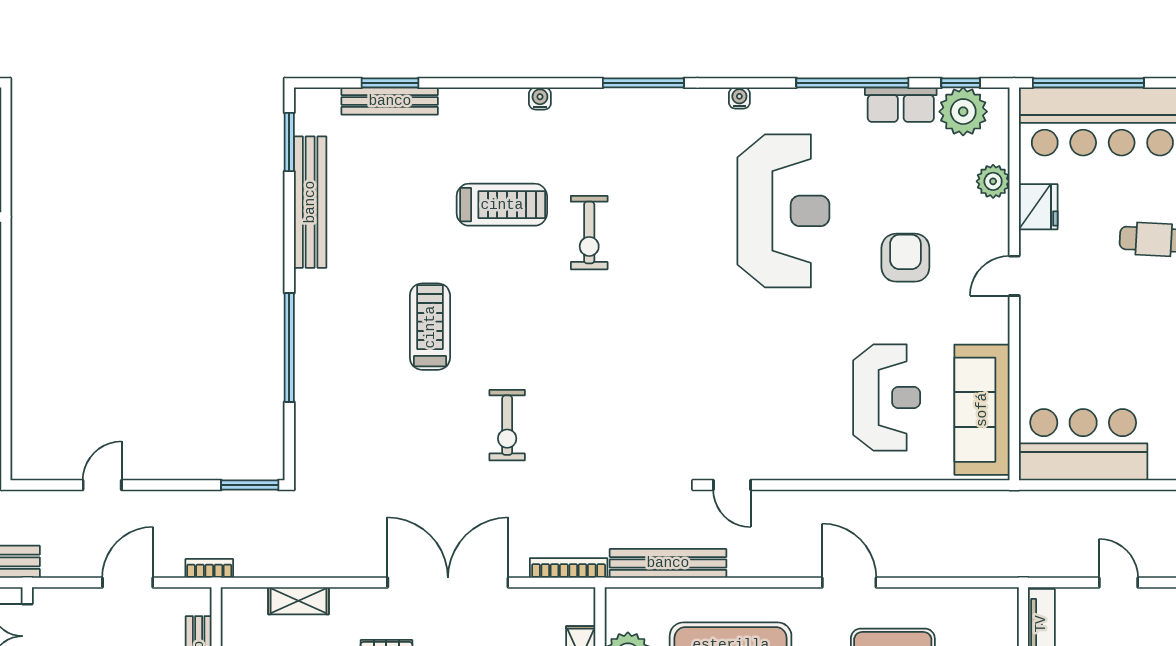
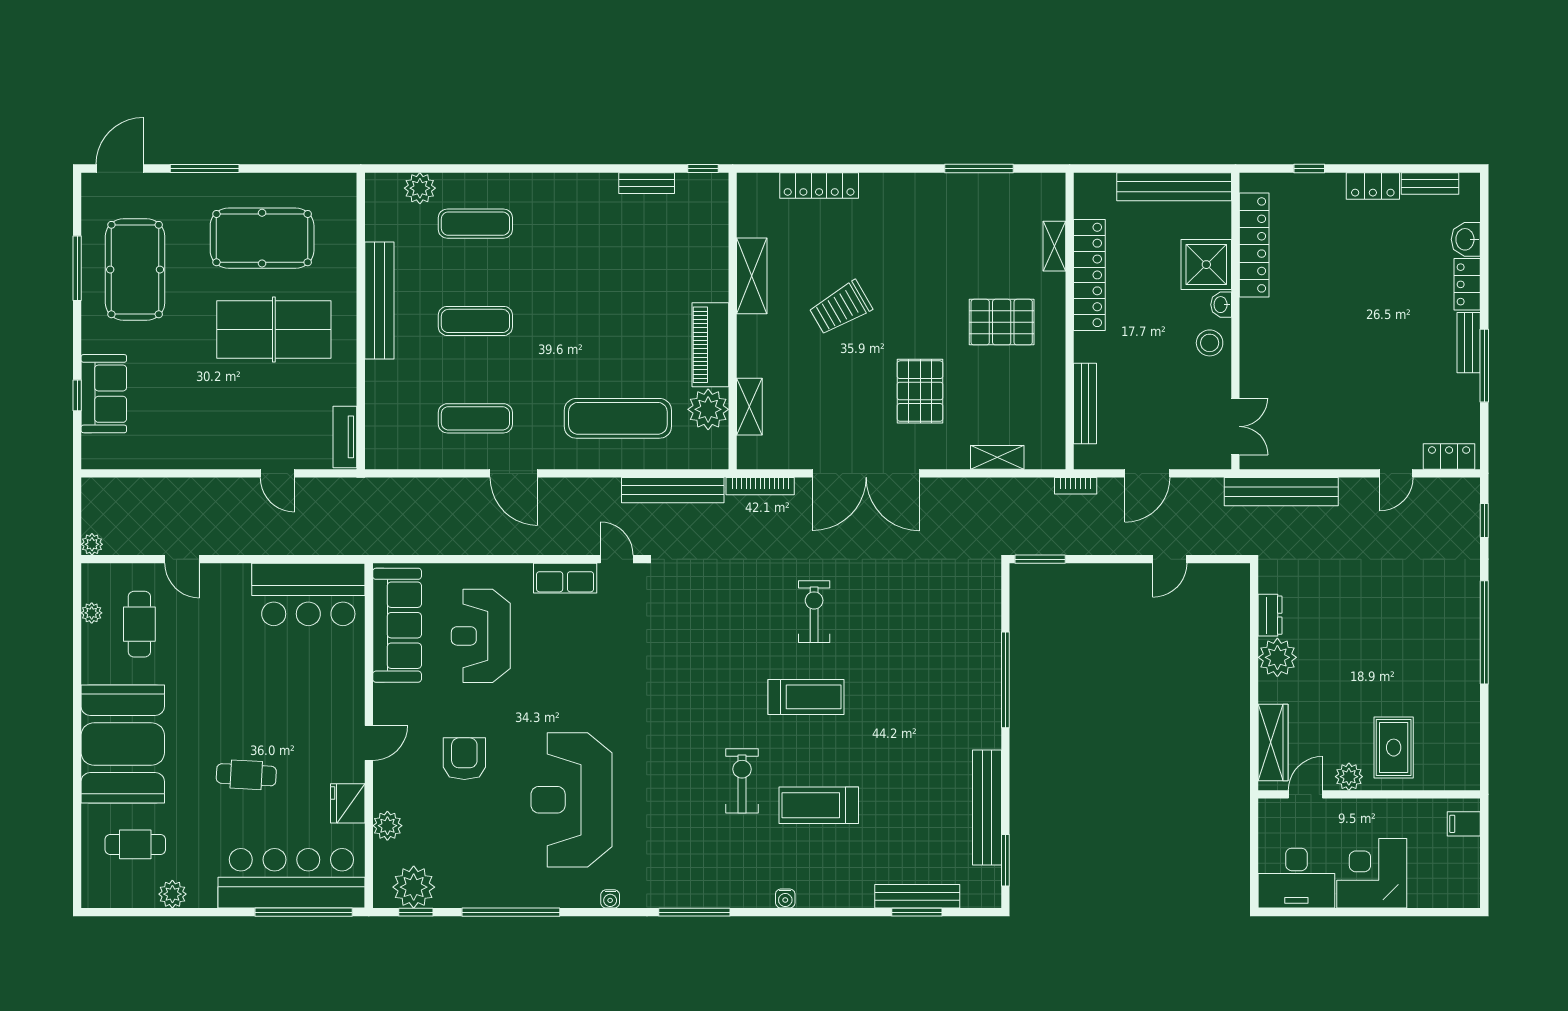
row of seats: (901, 105) -> (565, 578), moved, turned 180
armchair: (905, 258) -> (464, 759), turned 180
treadmill: (430, 327) -> (806, 697), moved, turned -90

